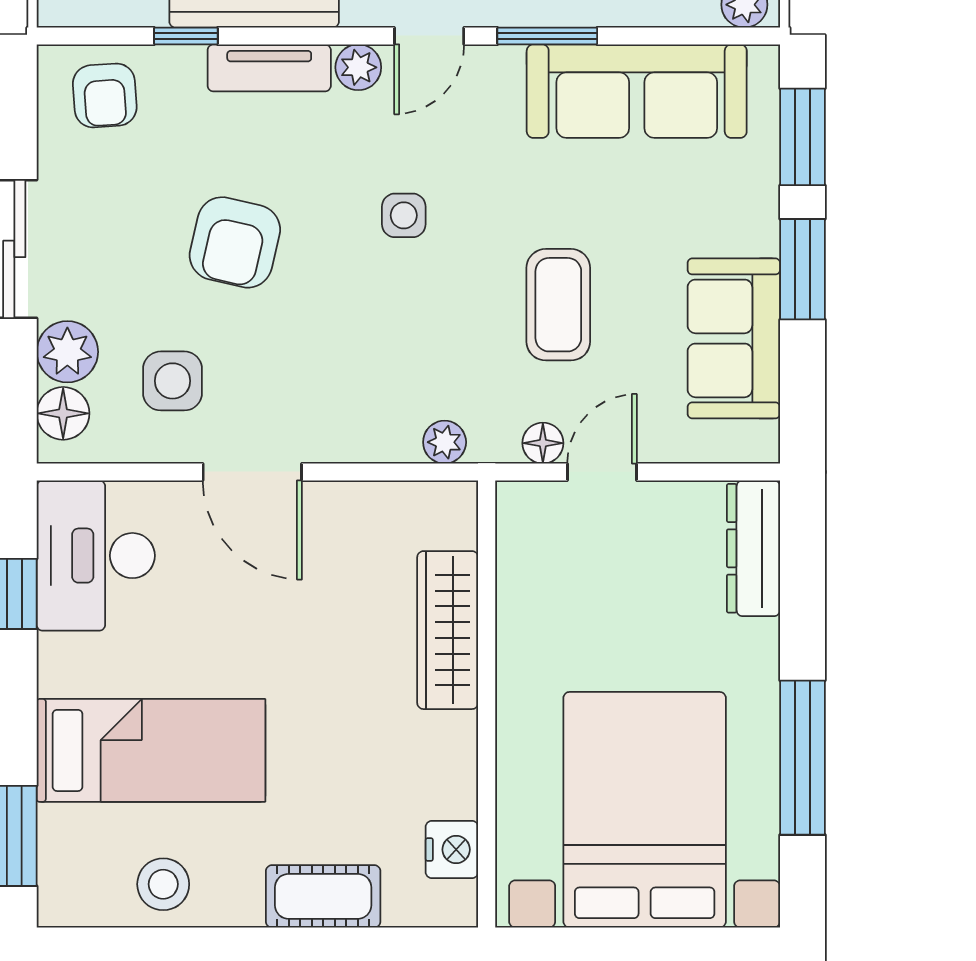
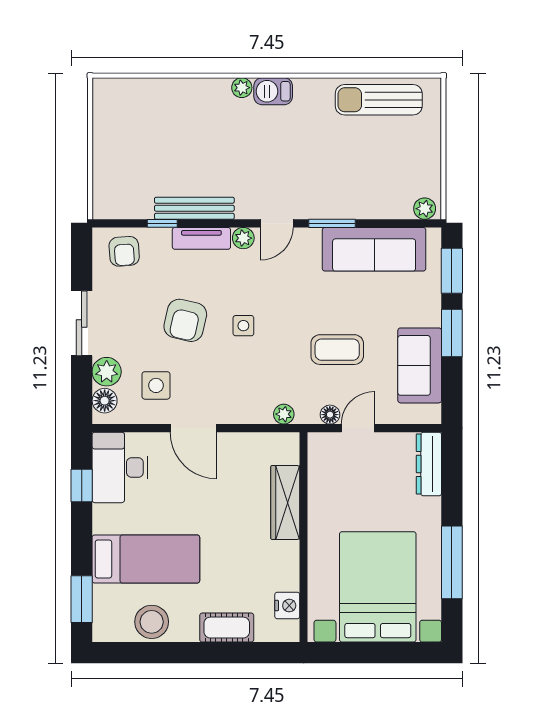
side table: (404, 215) -> (243, 326), moved
coffee table: (558, 305) -> (337, 350), turned 90
stool: (163, 884) -> (152, 622), width x1.38, depth x1.38

